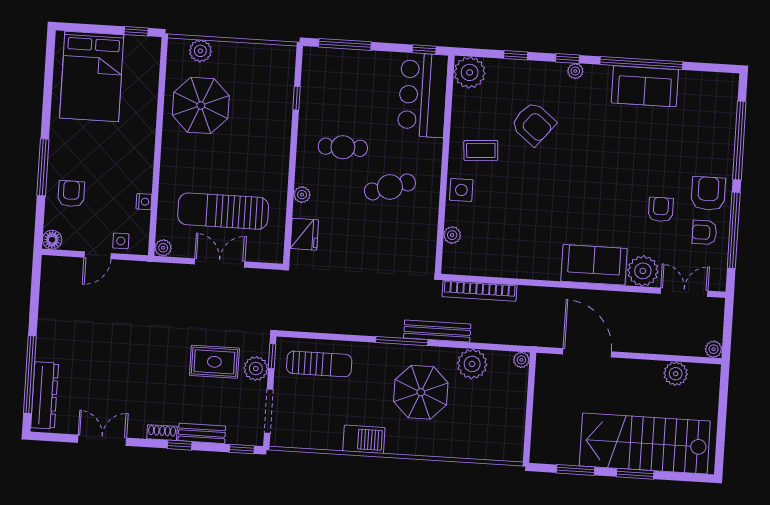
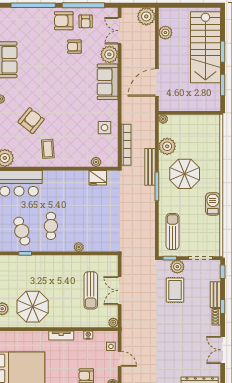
tv unit: (146, 153) -> (61, 336), added
cafe table: (390, 187) -> (22, 231), moved
side table: (461, 190) -> (105, 128), moved
sun lounger: (223, 211) -> (91, 290), width x0.73, depth x0.75
fridge: (304, 234) -> (98, 178), moved, turned 180
plant: (714, 349) -> (146, 16), width x1.87, depth x1.87

